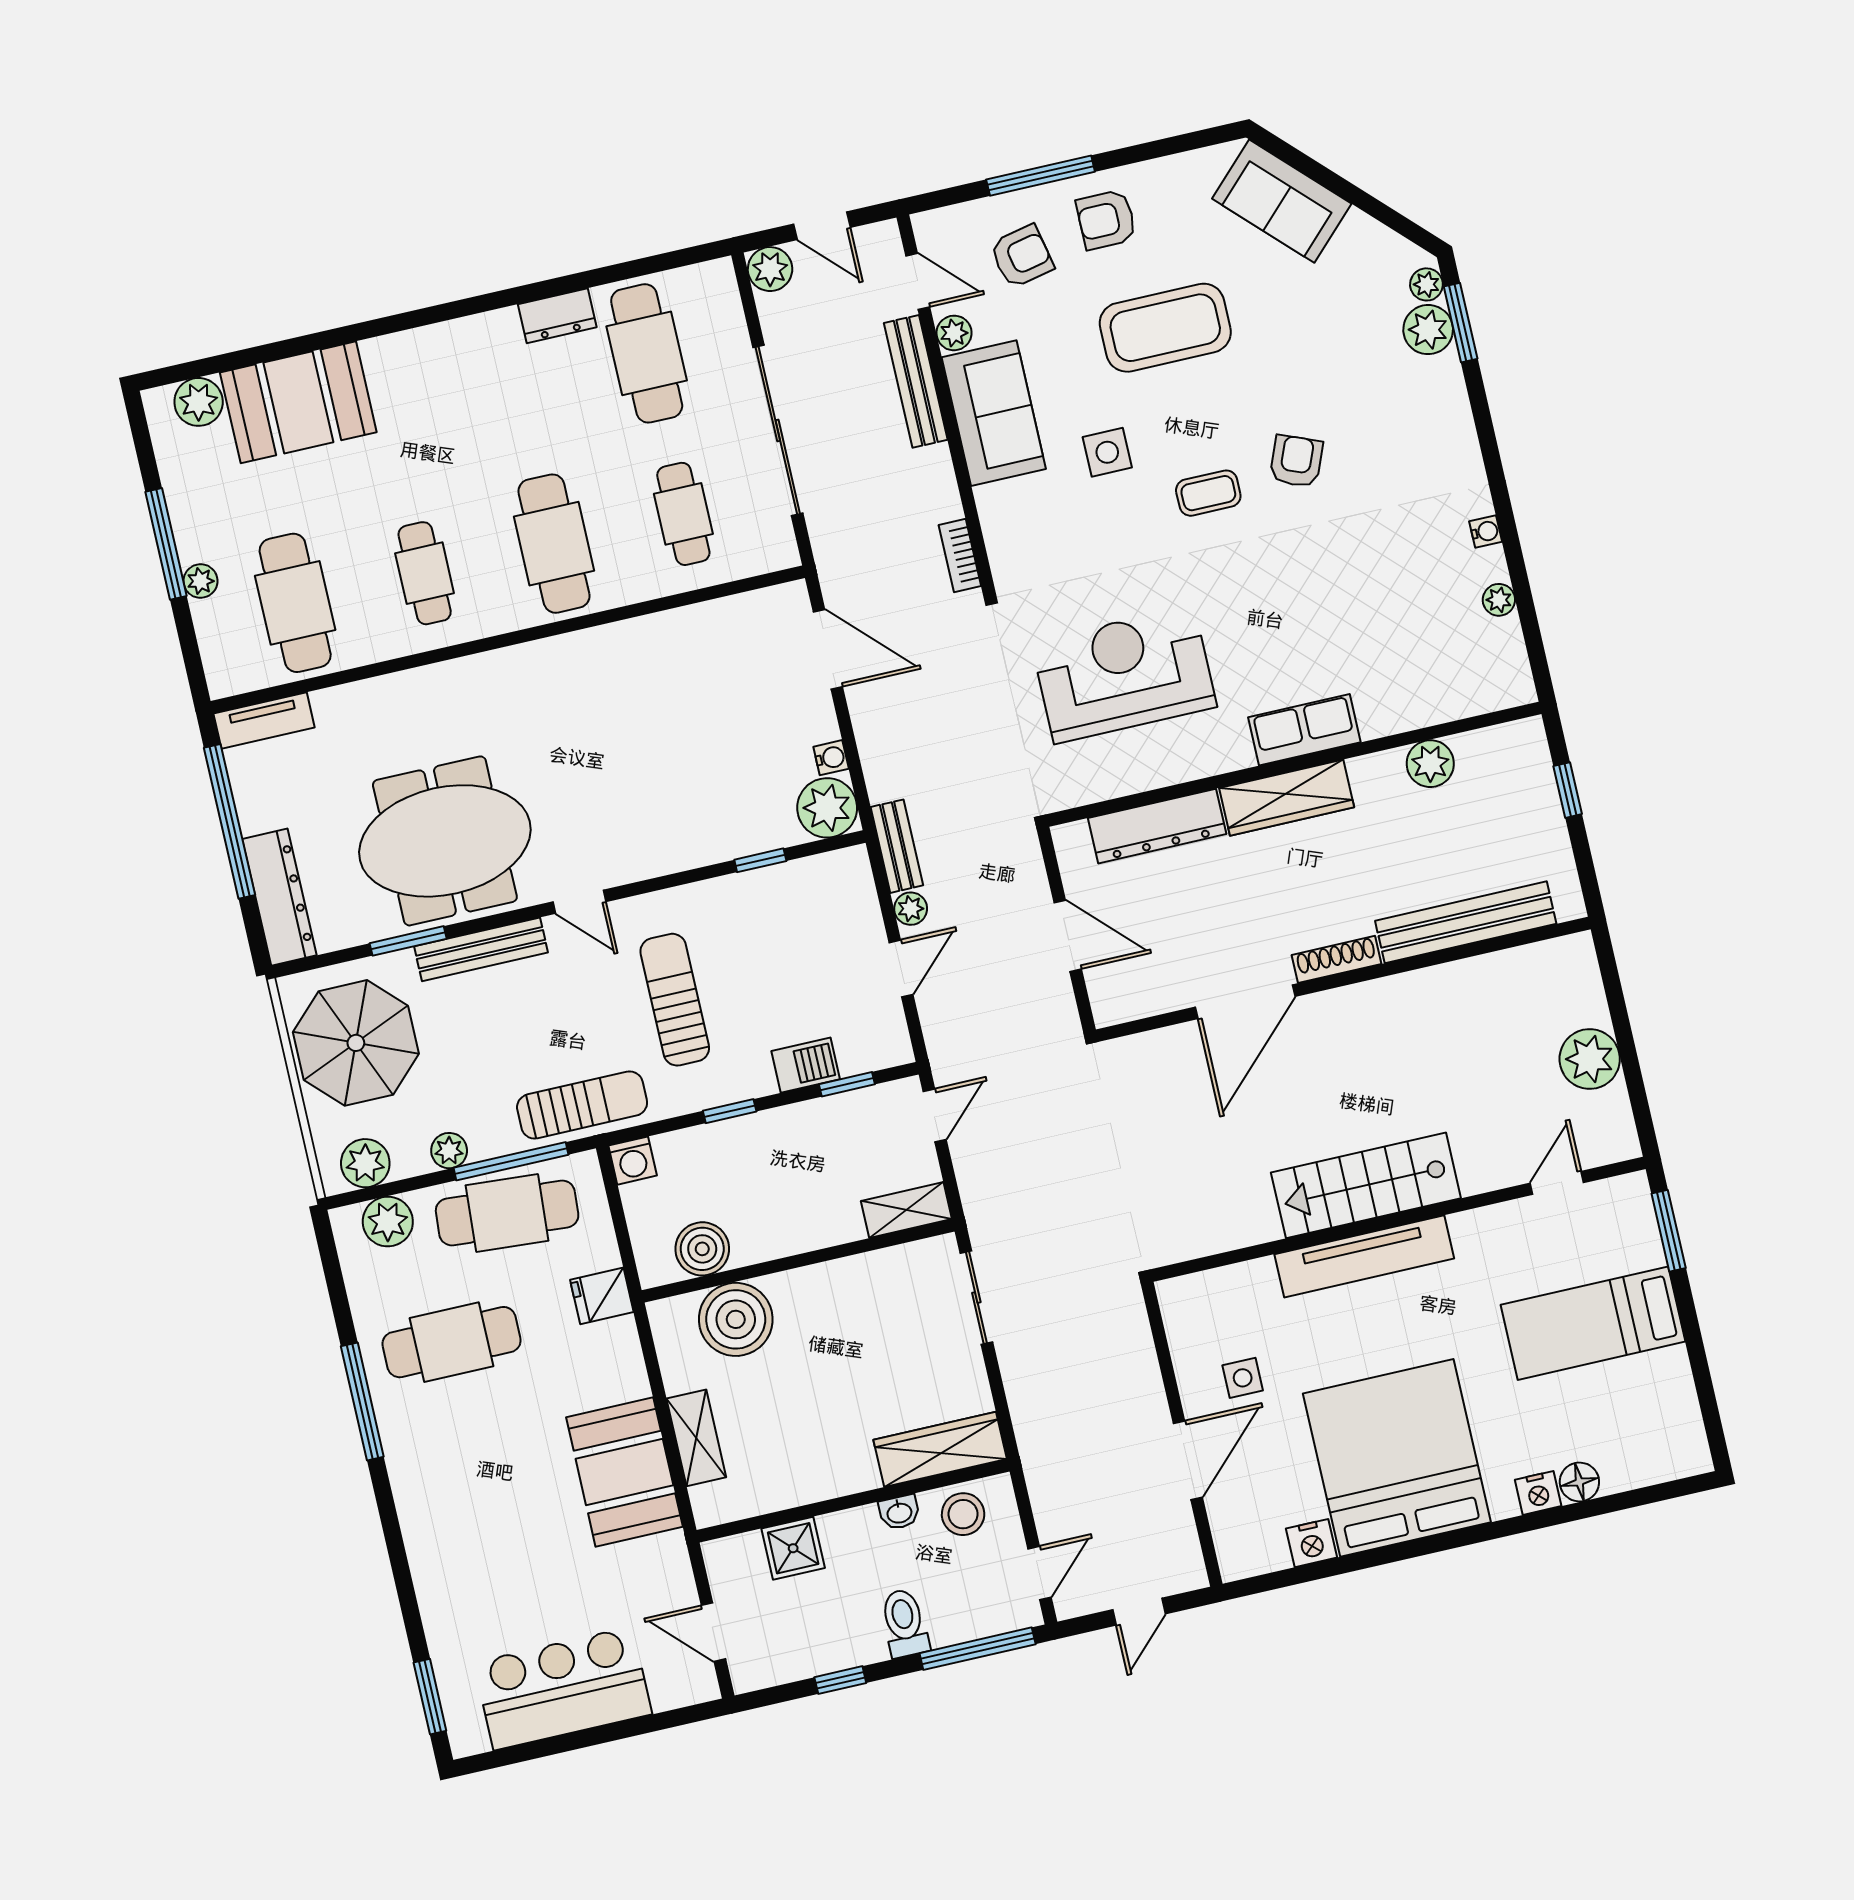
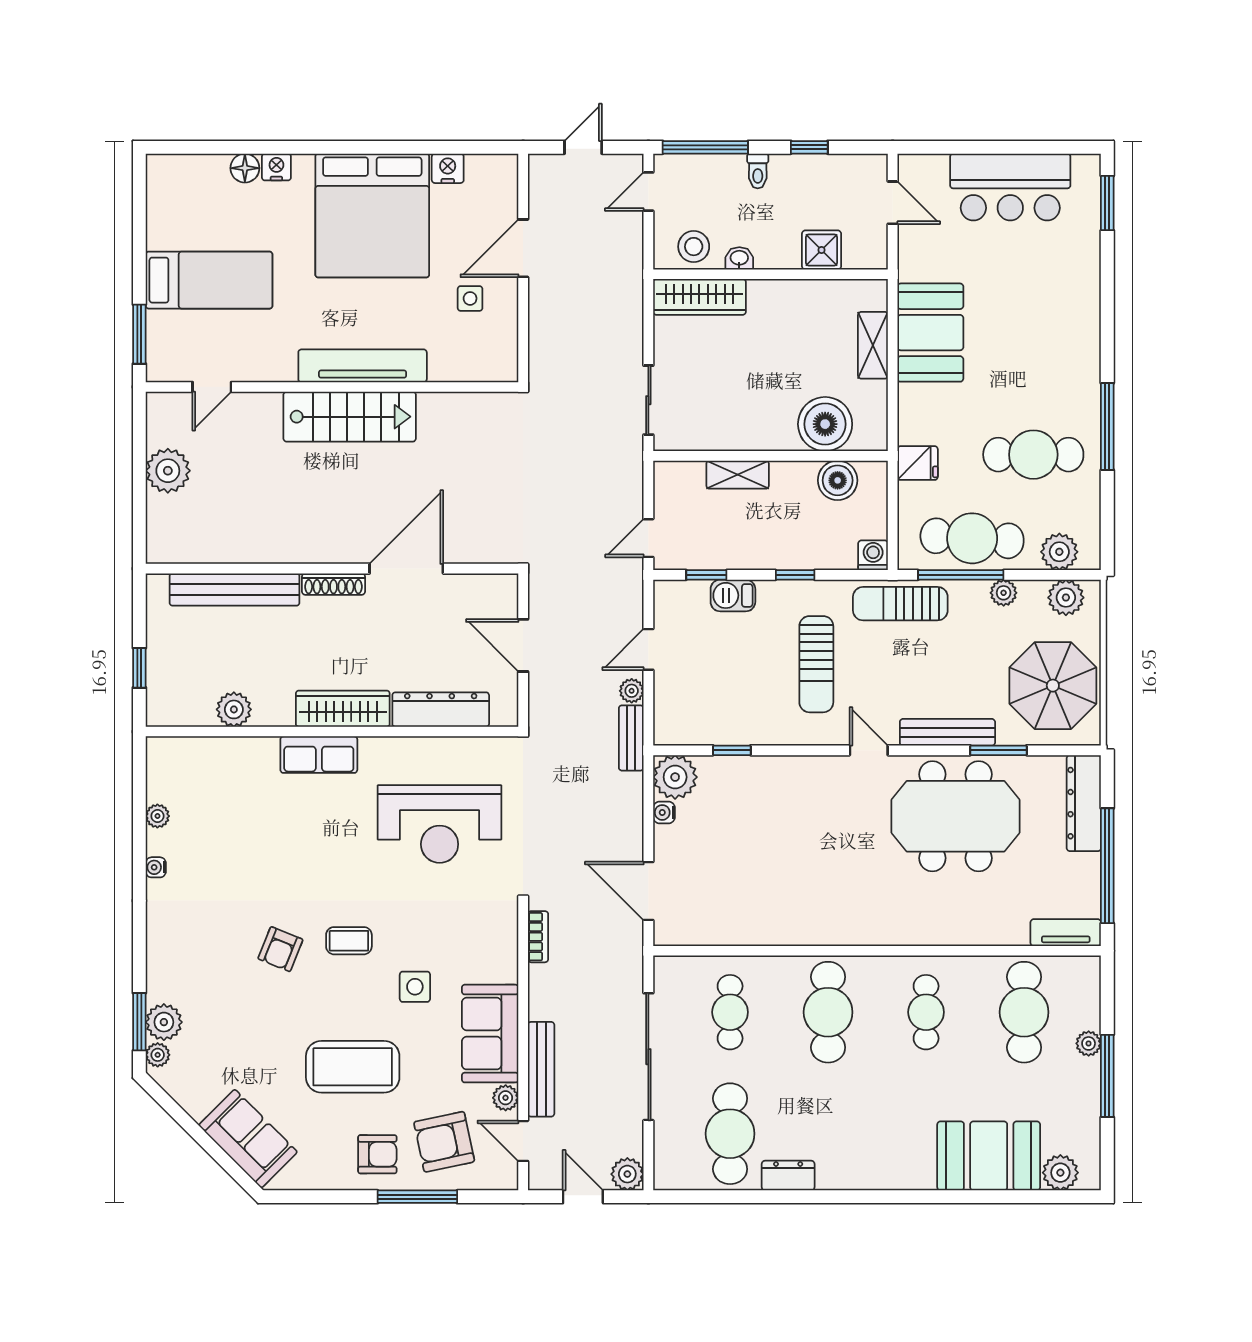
armchair: (1022, 256) -> (444, 1142), width x1.38, depth x1.38
shelving: (906, 1210) -> (738, 475), moved
toilet: (904, 1623) -> (758, 171), width x0.73, depth x0.72

